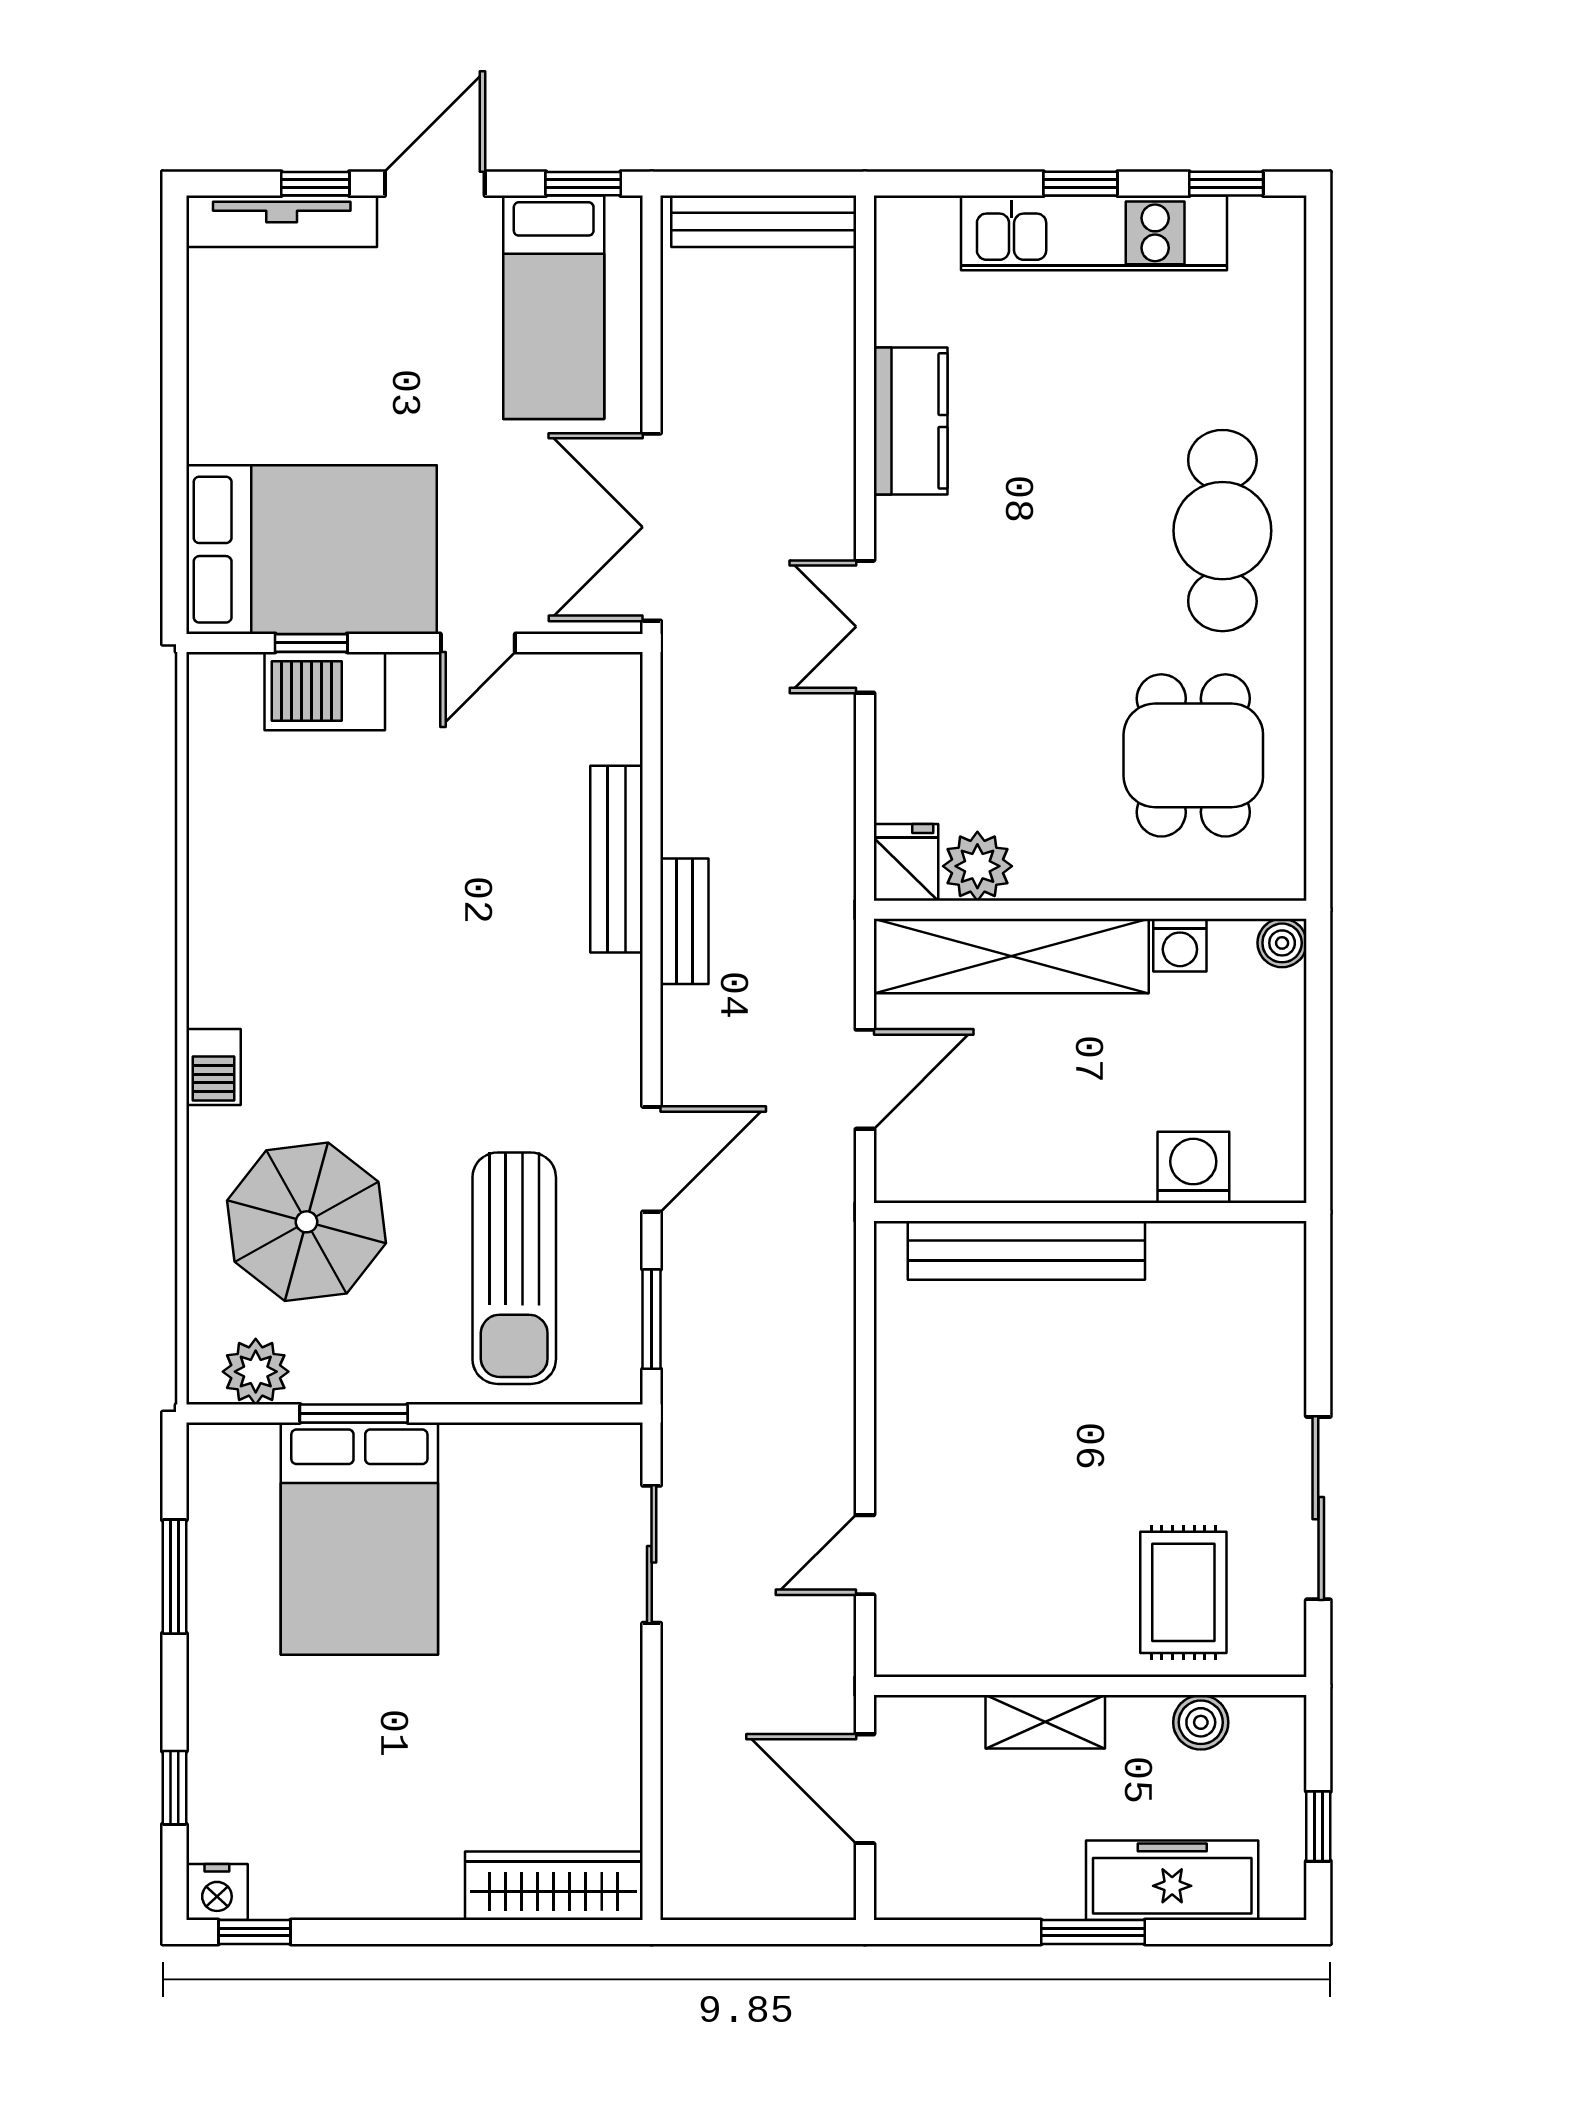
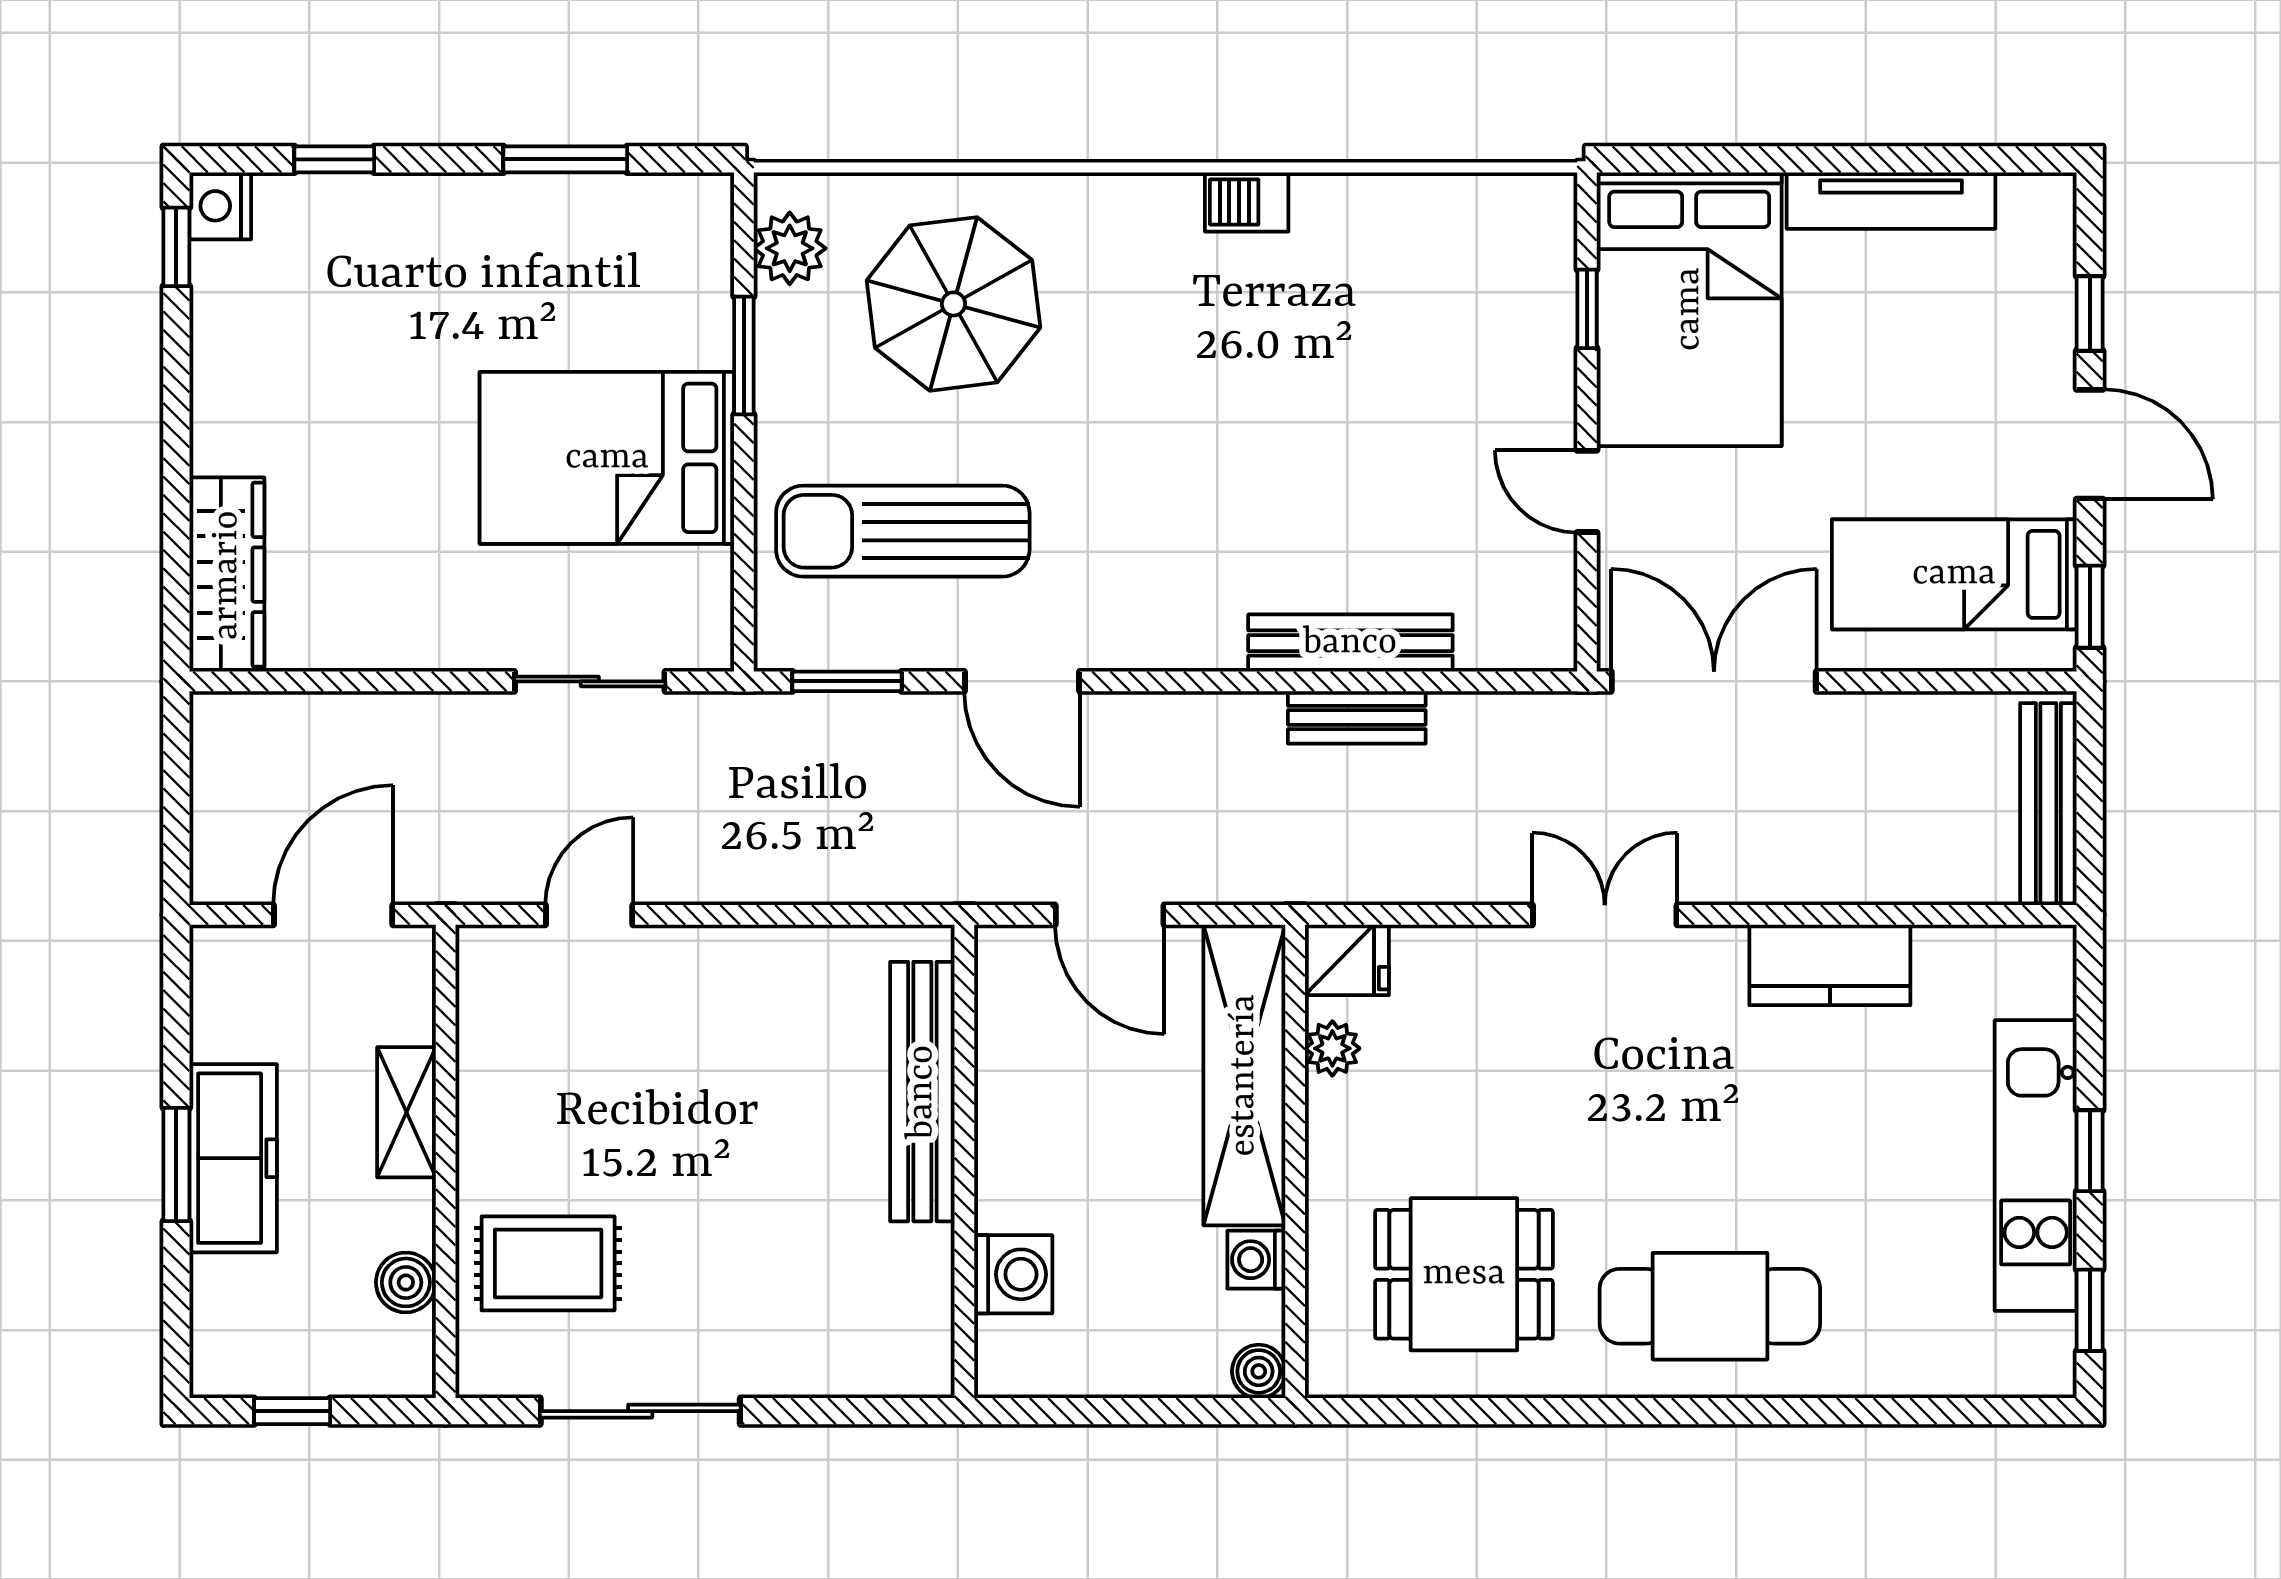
tv unit: (282, 221) -> (1891, 201), moved, turned -90
barbecue: (325, 691) -> (1534, 324), removed
plant: (977, 866) -> (1332, 1048), width x0.73, depth x0.73
bench: (684, 921) -> (1357, 717), moved
barbecue: (213, 1067) -> (1247, 202), moved
bed: (359, 1539) -> (607, 458), moved
door: (865, 1555) -> (589, 915), hinge flipped
freezer: (1172, 1880) -> (233, 1158), moved

